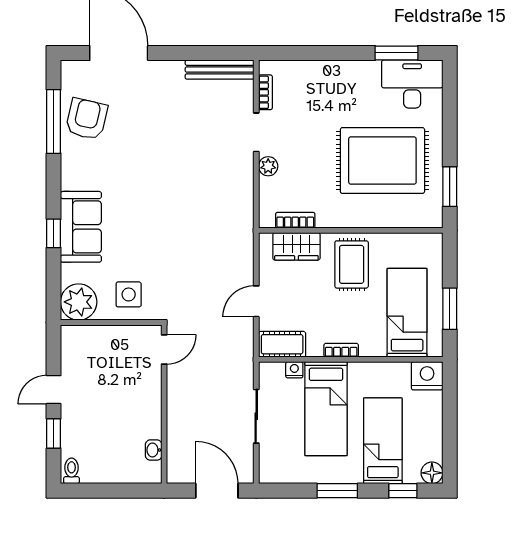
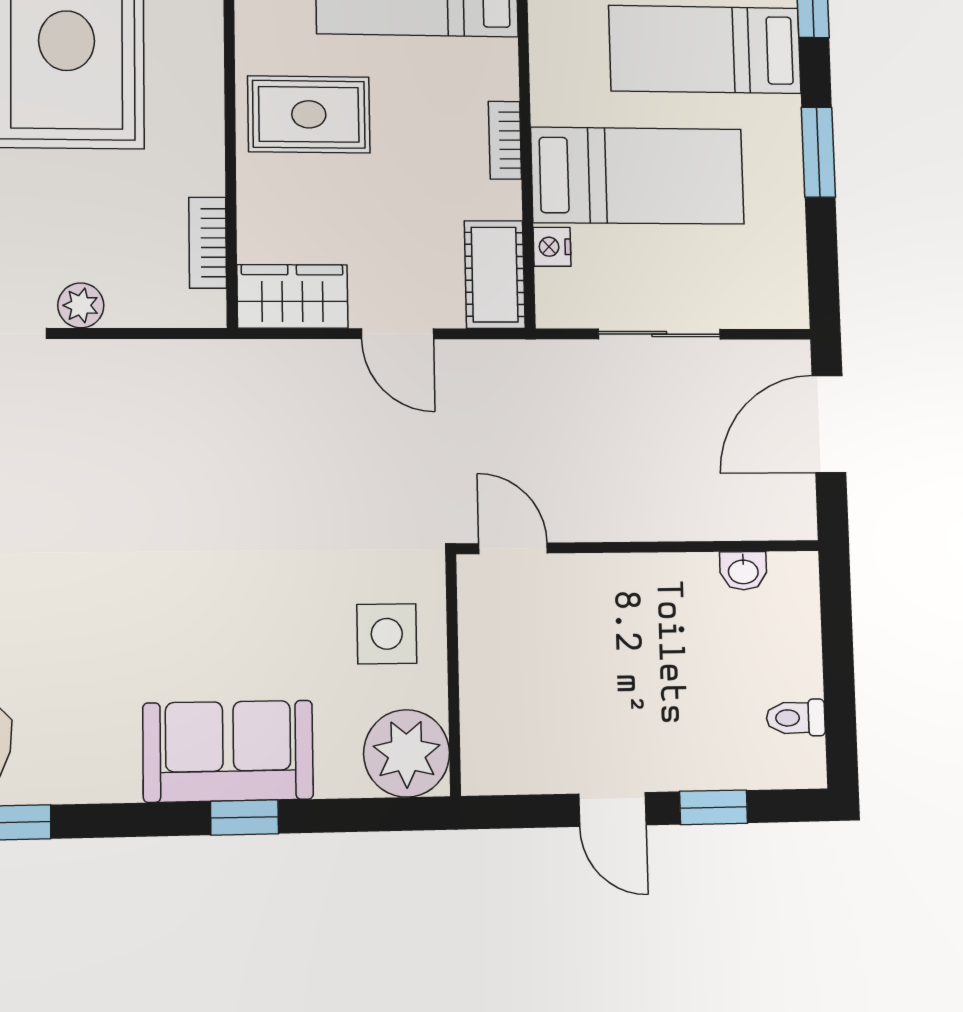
wardrobe: (296, 246) -> (292, 296), moved, turned -90
toilet: (71, 471) -> (796, 718), moved

